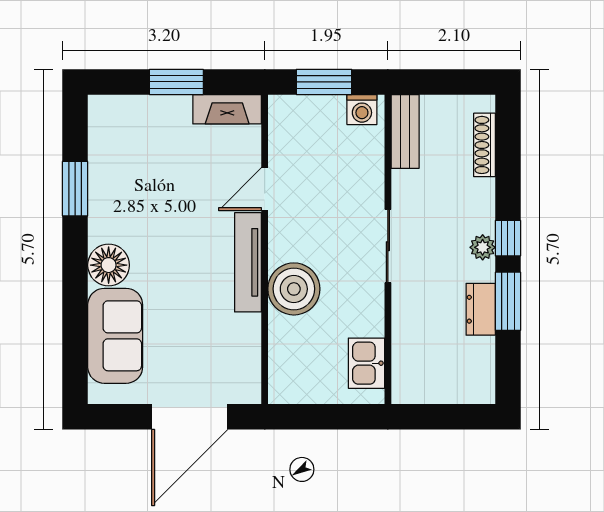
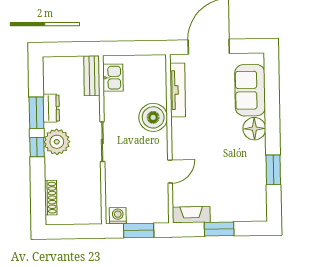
bench: (405, 131) -> (92, 76), moved
plant: (483, 247) -> (57, 142), width x1.88, depth x1.88
tv unit: (248, 262) -> (178, 90), moved

